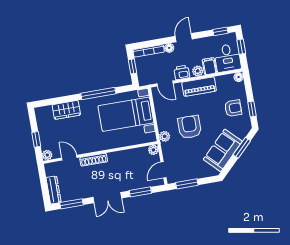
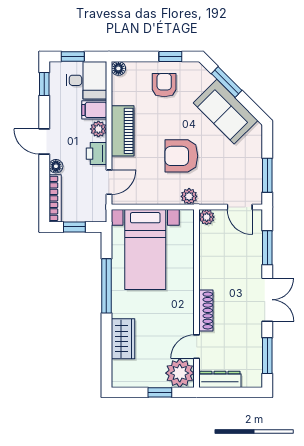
plant: (47, 155) -> (180, 373), width x1.87, depth x1.87
dresser: (54, 190) -> (220, 379), moved

